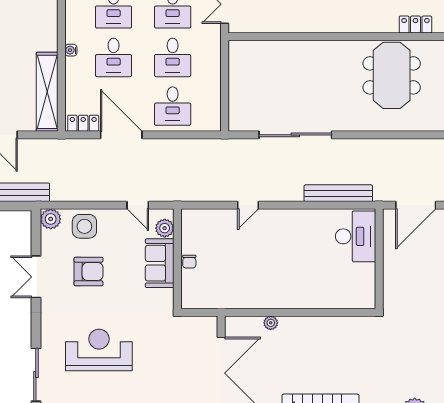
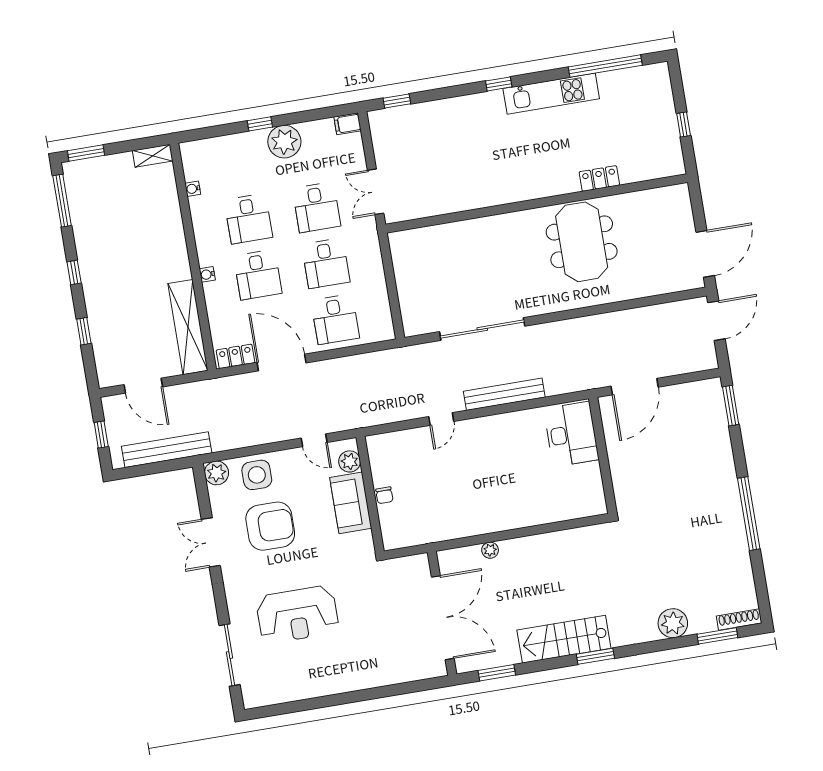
bench: (338, 193) -> (504, 394), moved
armchair: (89, 271) -> (270, 526), width x1.36, depth x1.36
reception desk: (99, 350) -> (297, 615), turned 180

